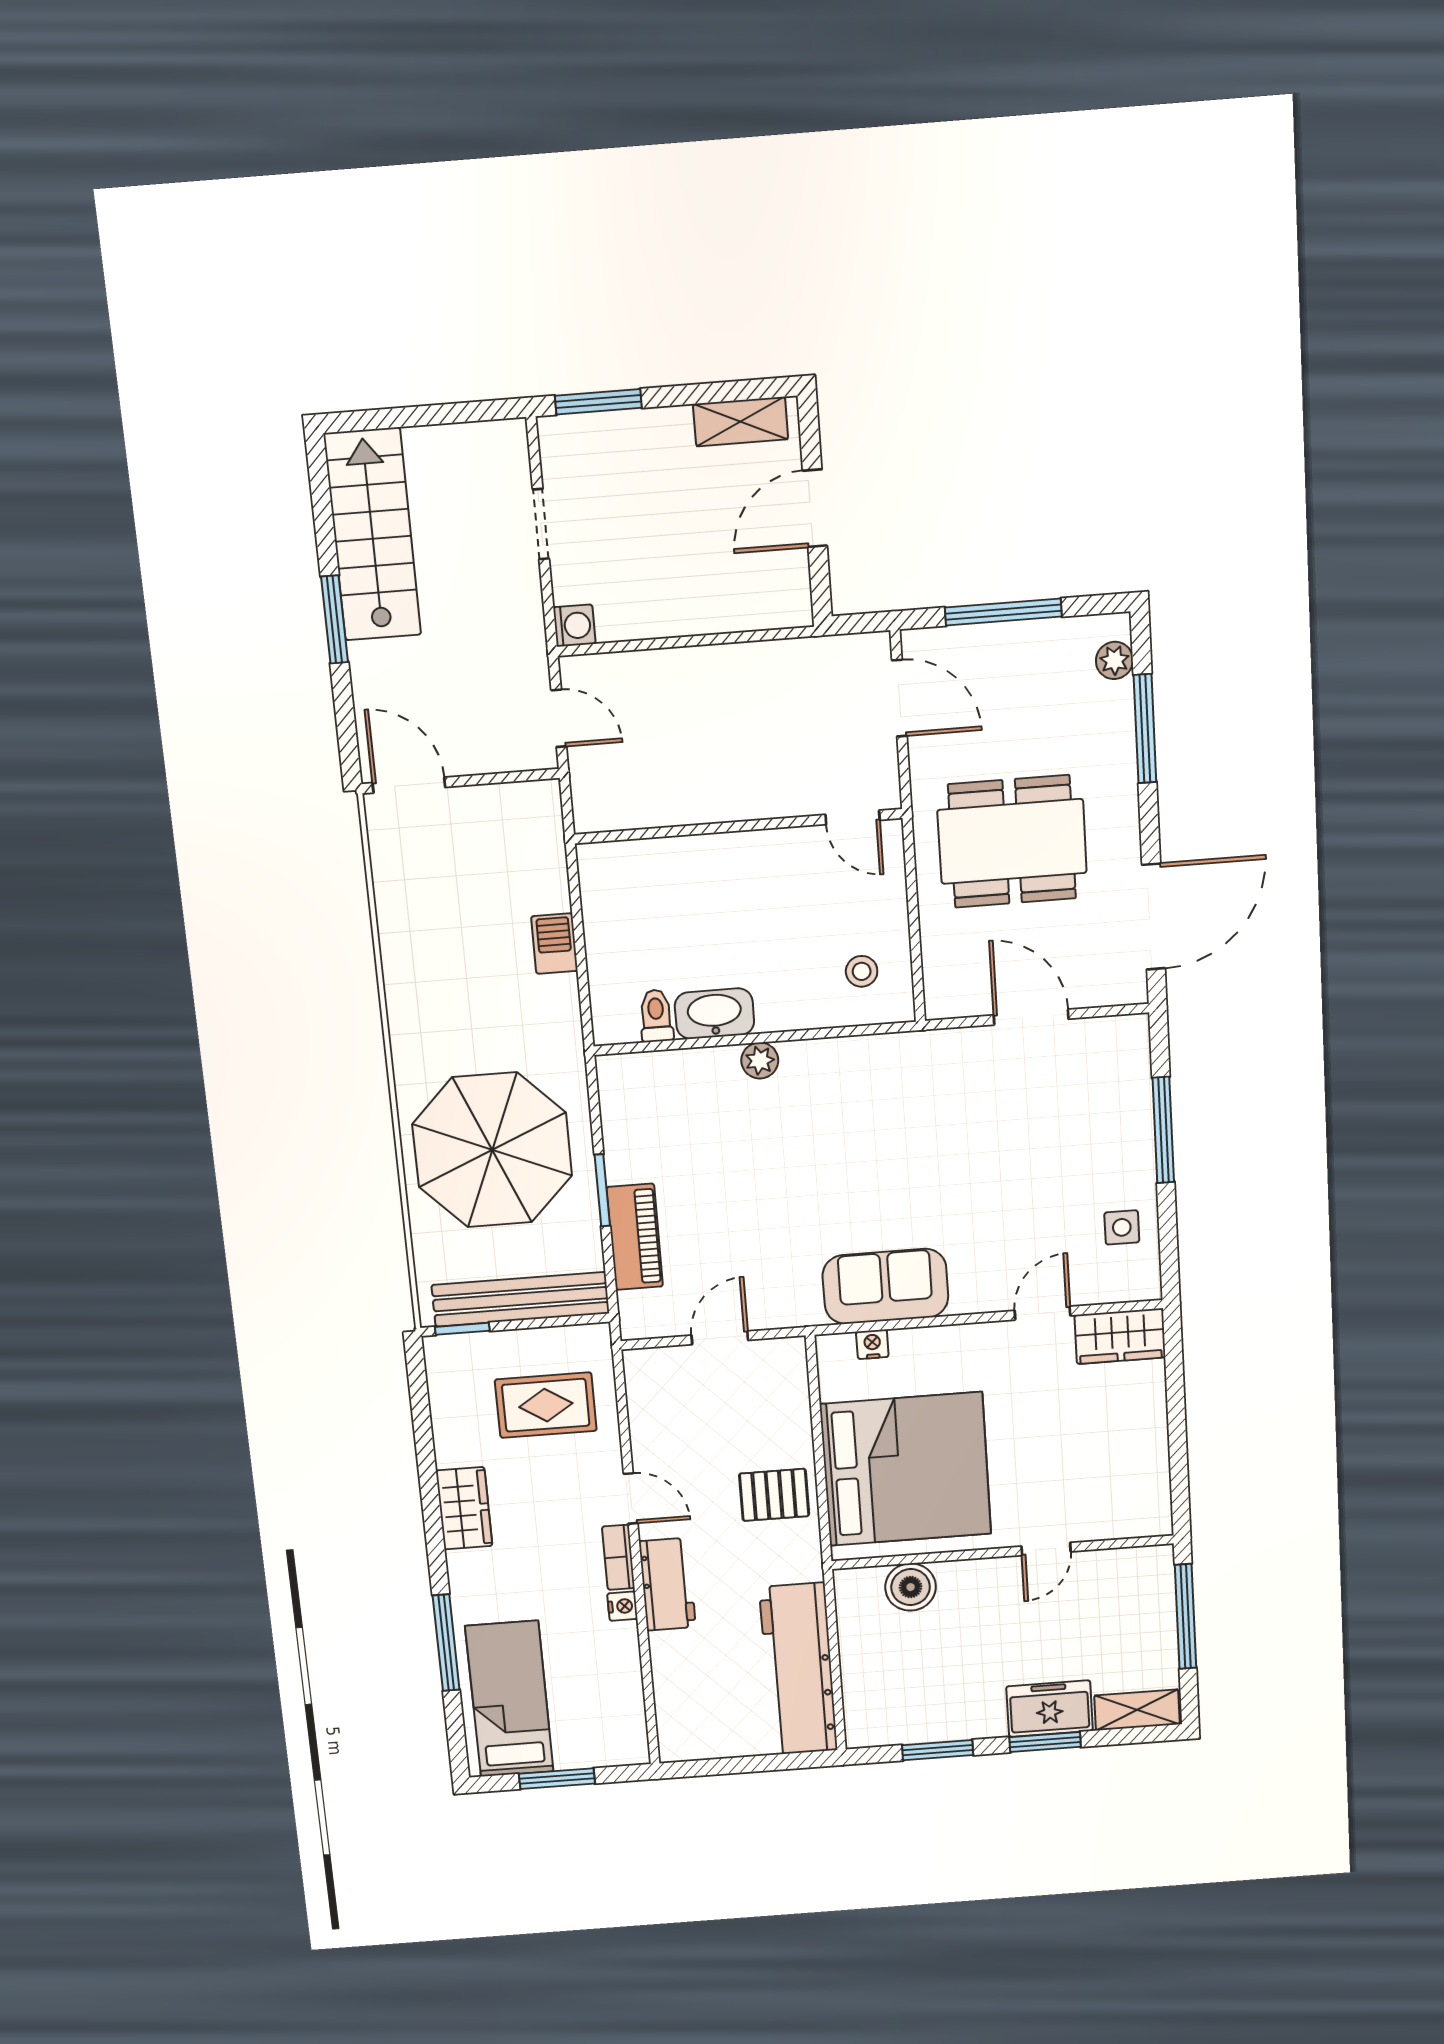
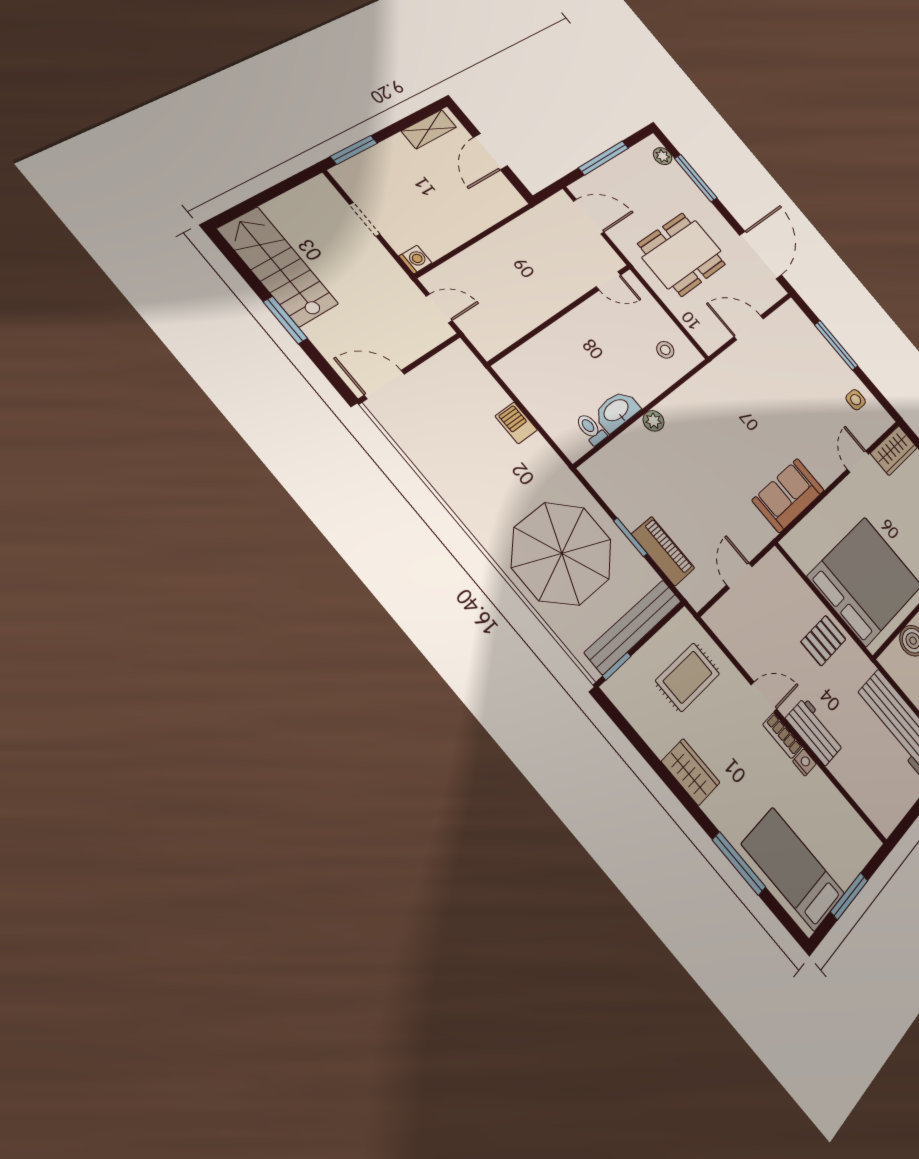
nightstand: (872, 1344) -> (805, 528), removed

